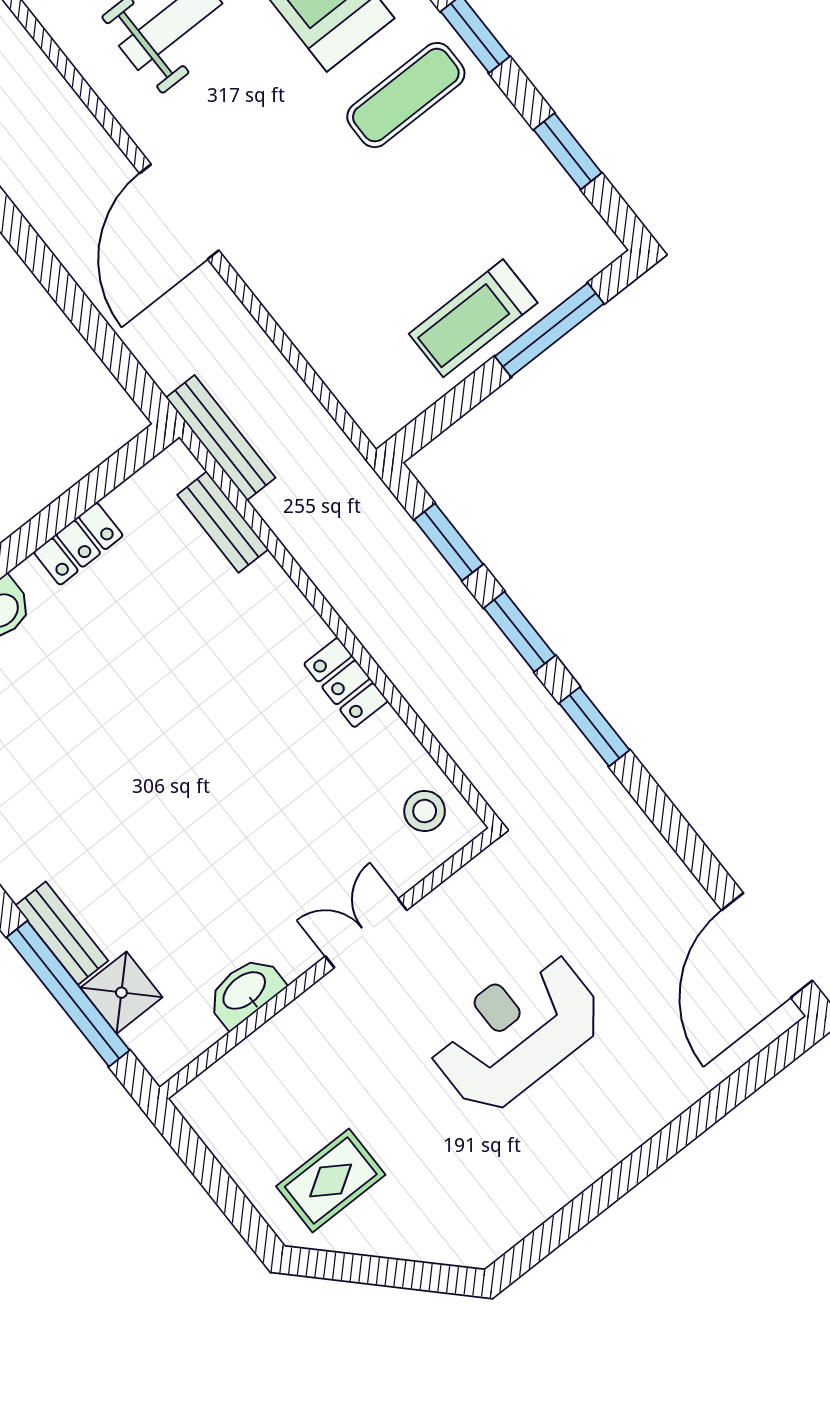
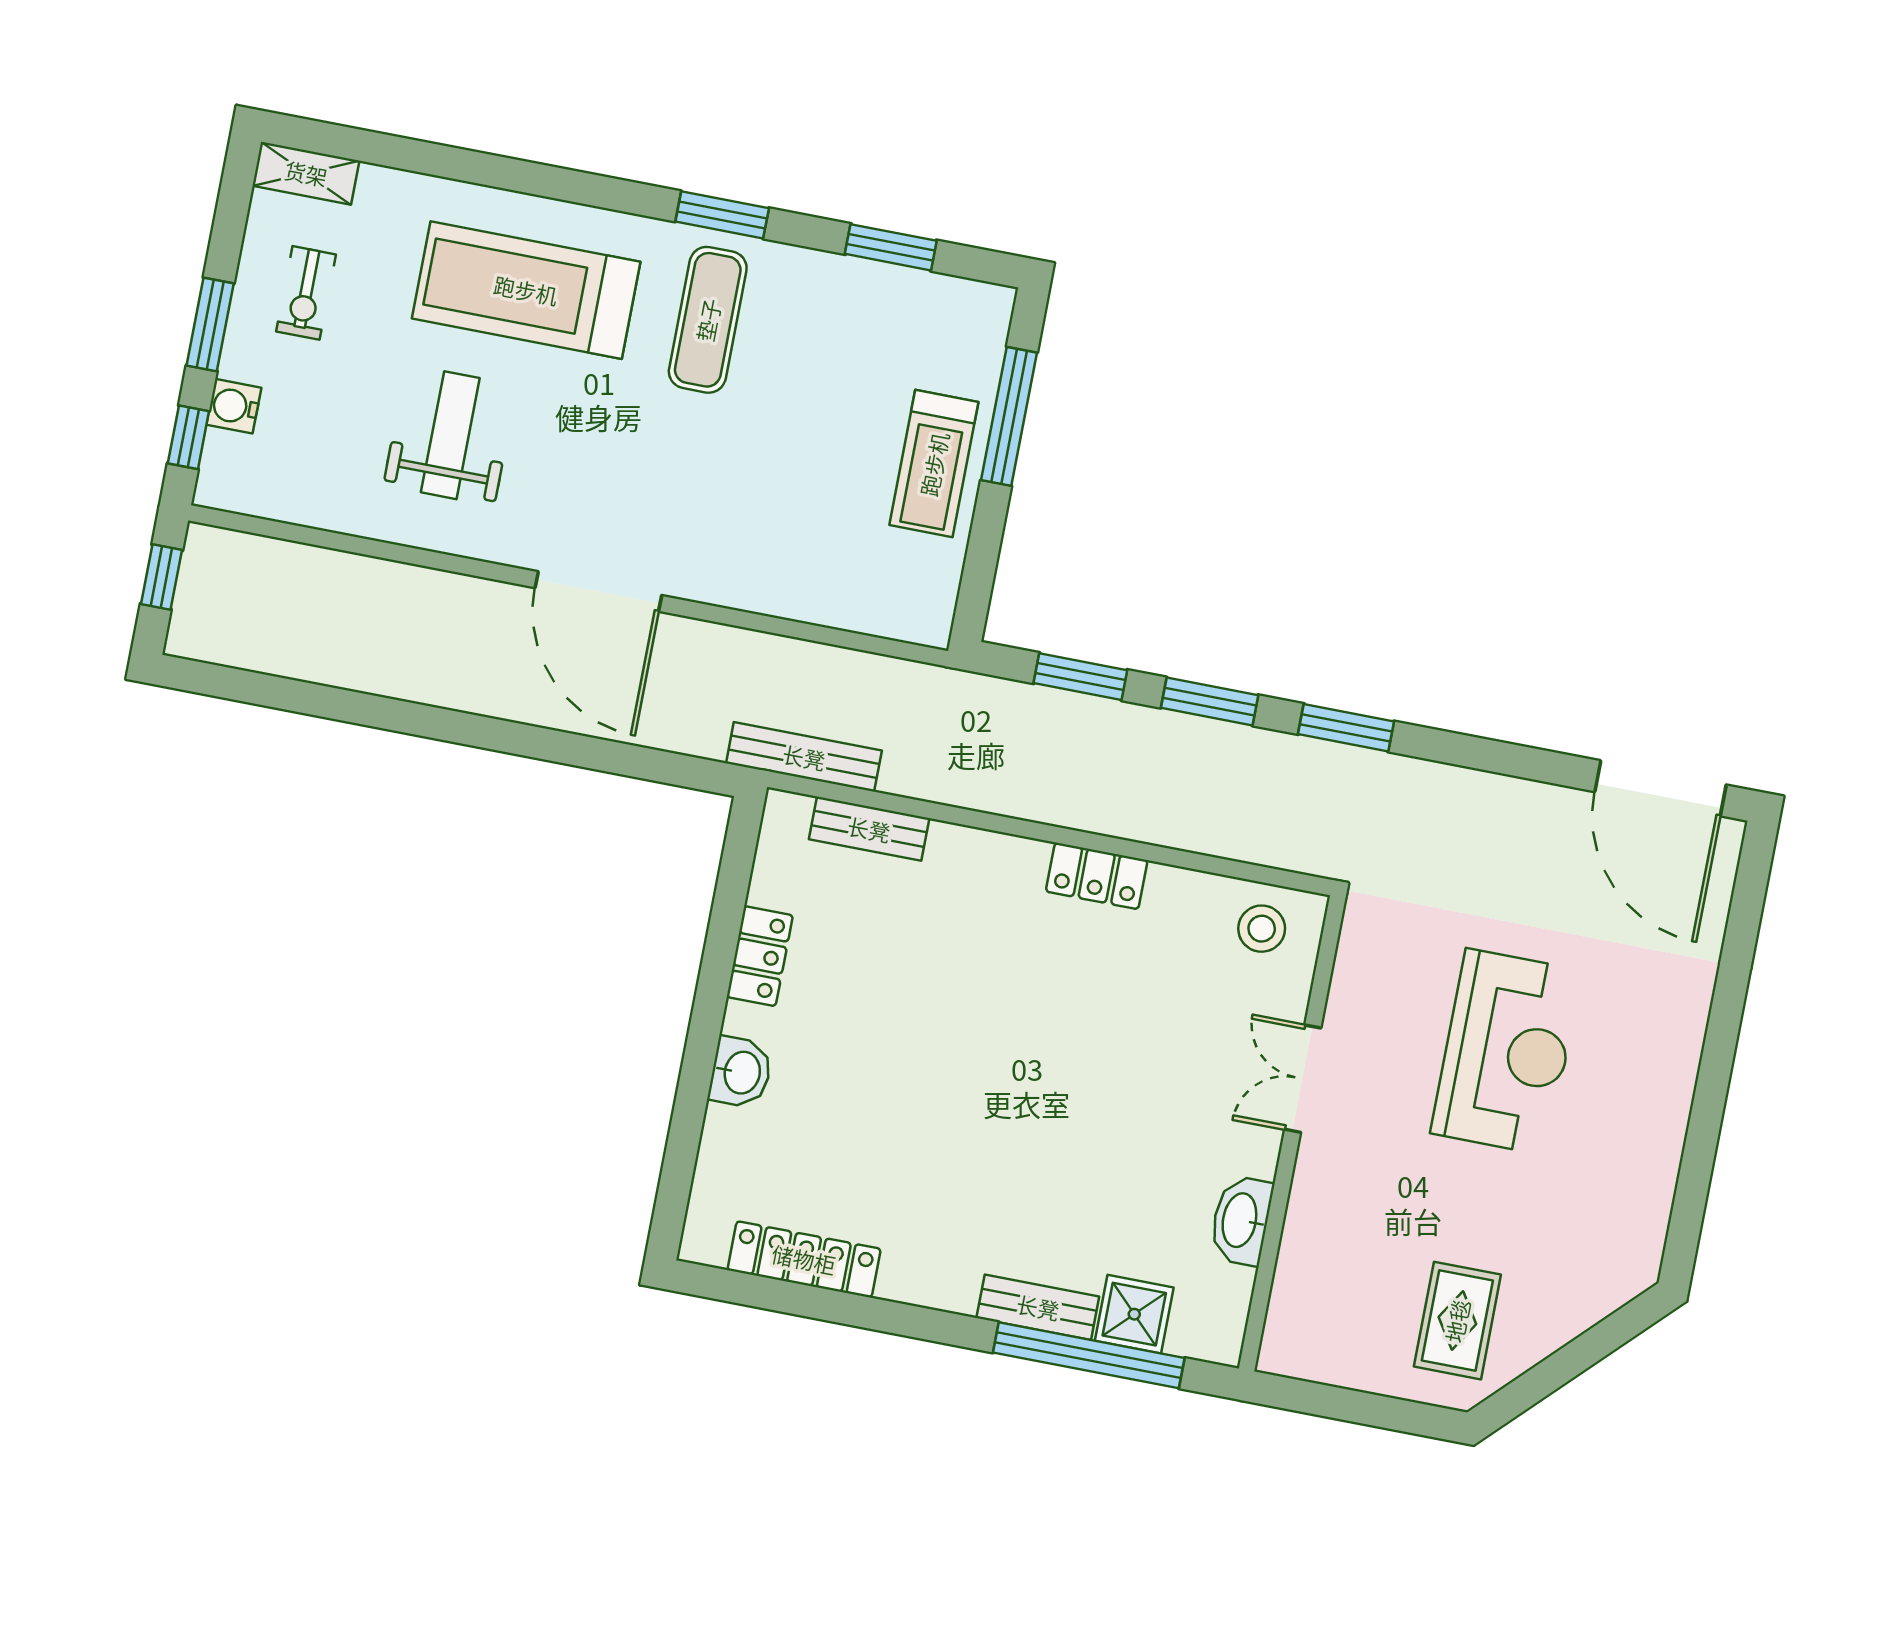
reception desk: (516, 1031) -> (1506, 1052), turned 180

